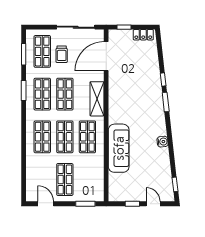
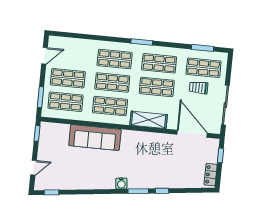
window: (24, 91) -> (142, 42), moved
water cooler: (163, 142) -> (121, 183), moved
shop shelf: (87, 179) -> (66, 102), added
window: (132, 204) -> (37, 133), moved

